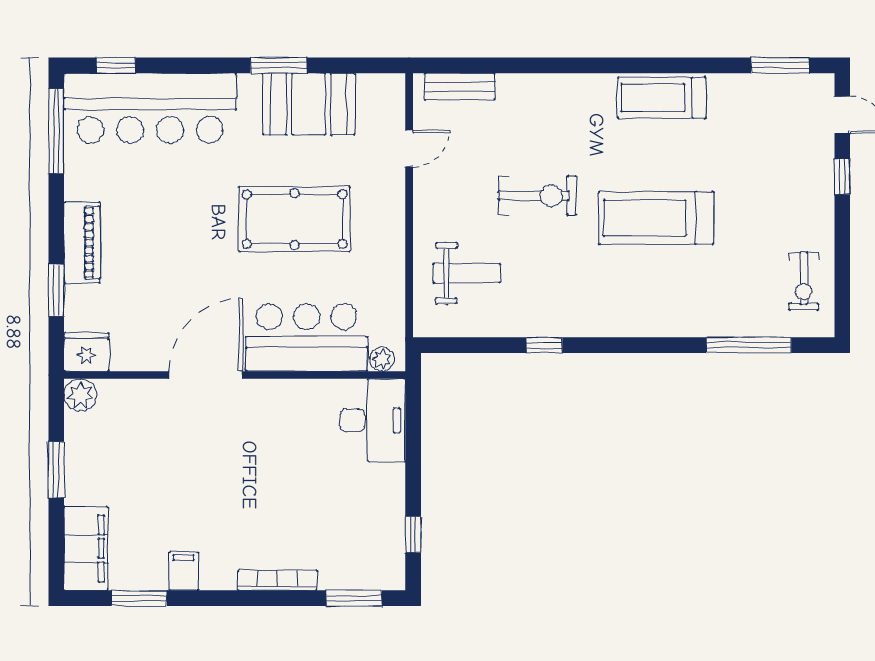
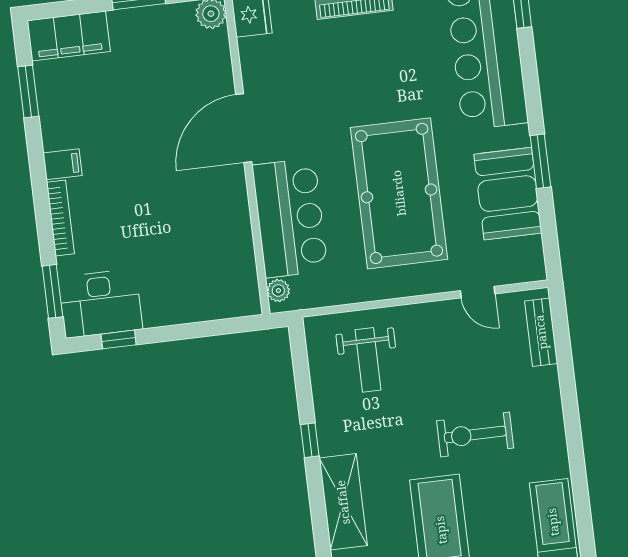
exercise bike: (537, 196) -> (475, 434), moved, turned 90
pool table: (295, 219) -> (399, 193), width x1.36, depth x1.32
shelving: (614, 318) -> (343, 502), added
door: (206, 375) -> (244, 128), swing flipped
desk: (373, 420) -> (101, 303), moved
filing cabinet: (184, 571) -> (63, 164), moved

